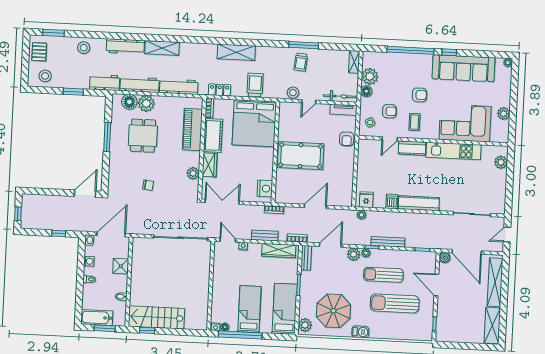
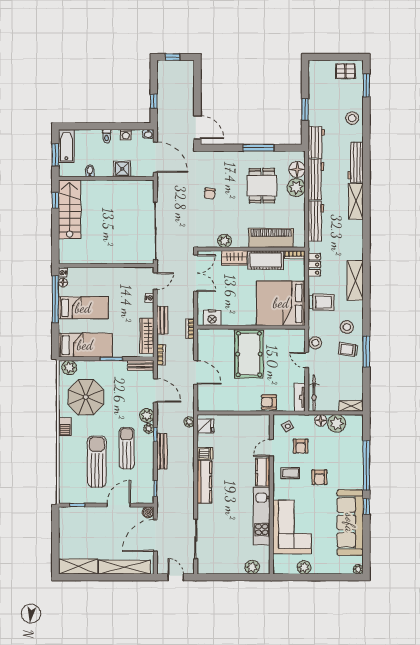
stool: (45, 76) -> (347, 327), moved
dining table: (143, 136) -> (262, 186), turned 90
door: (390, 139) -> (271, 448), hinge flipped

